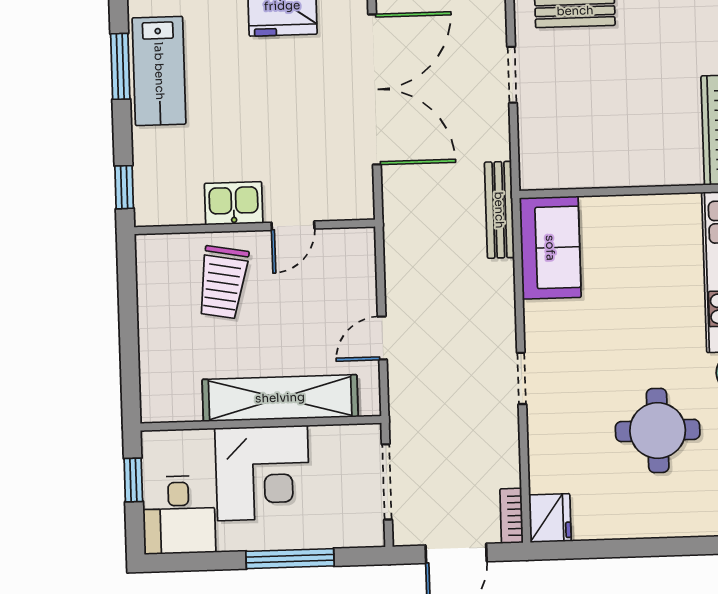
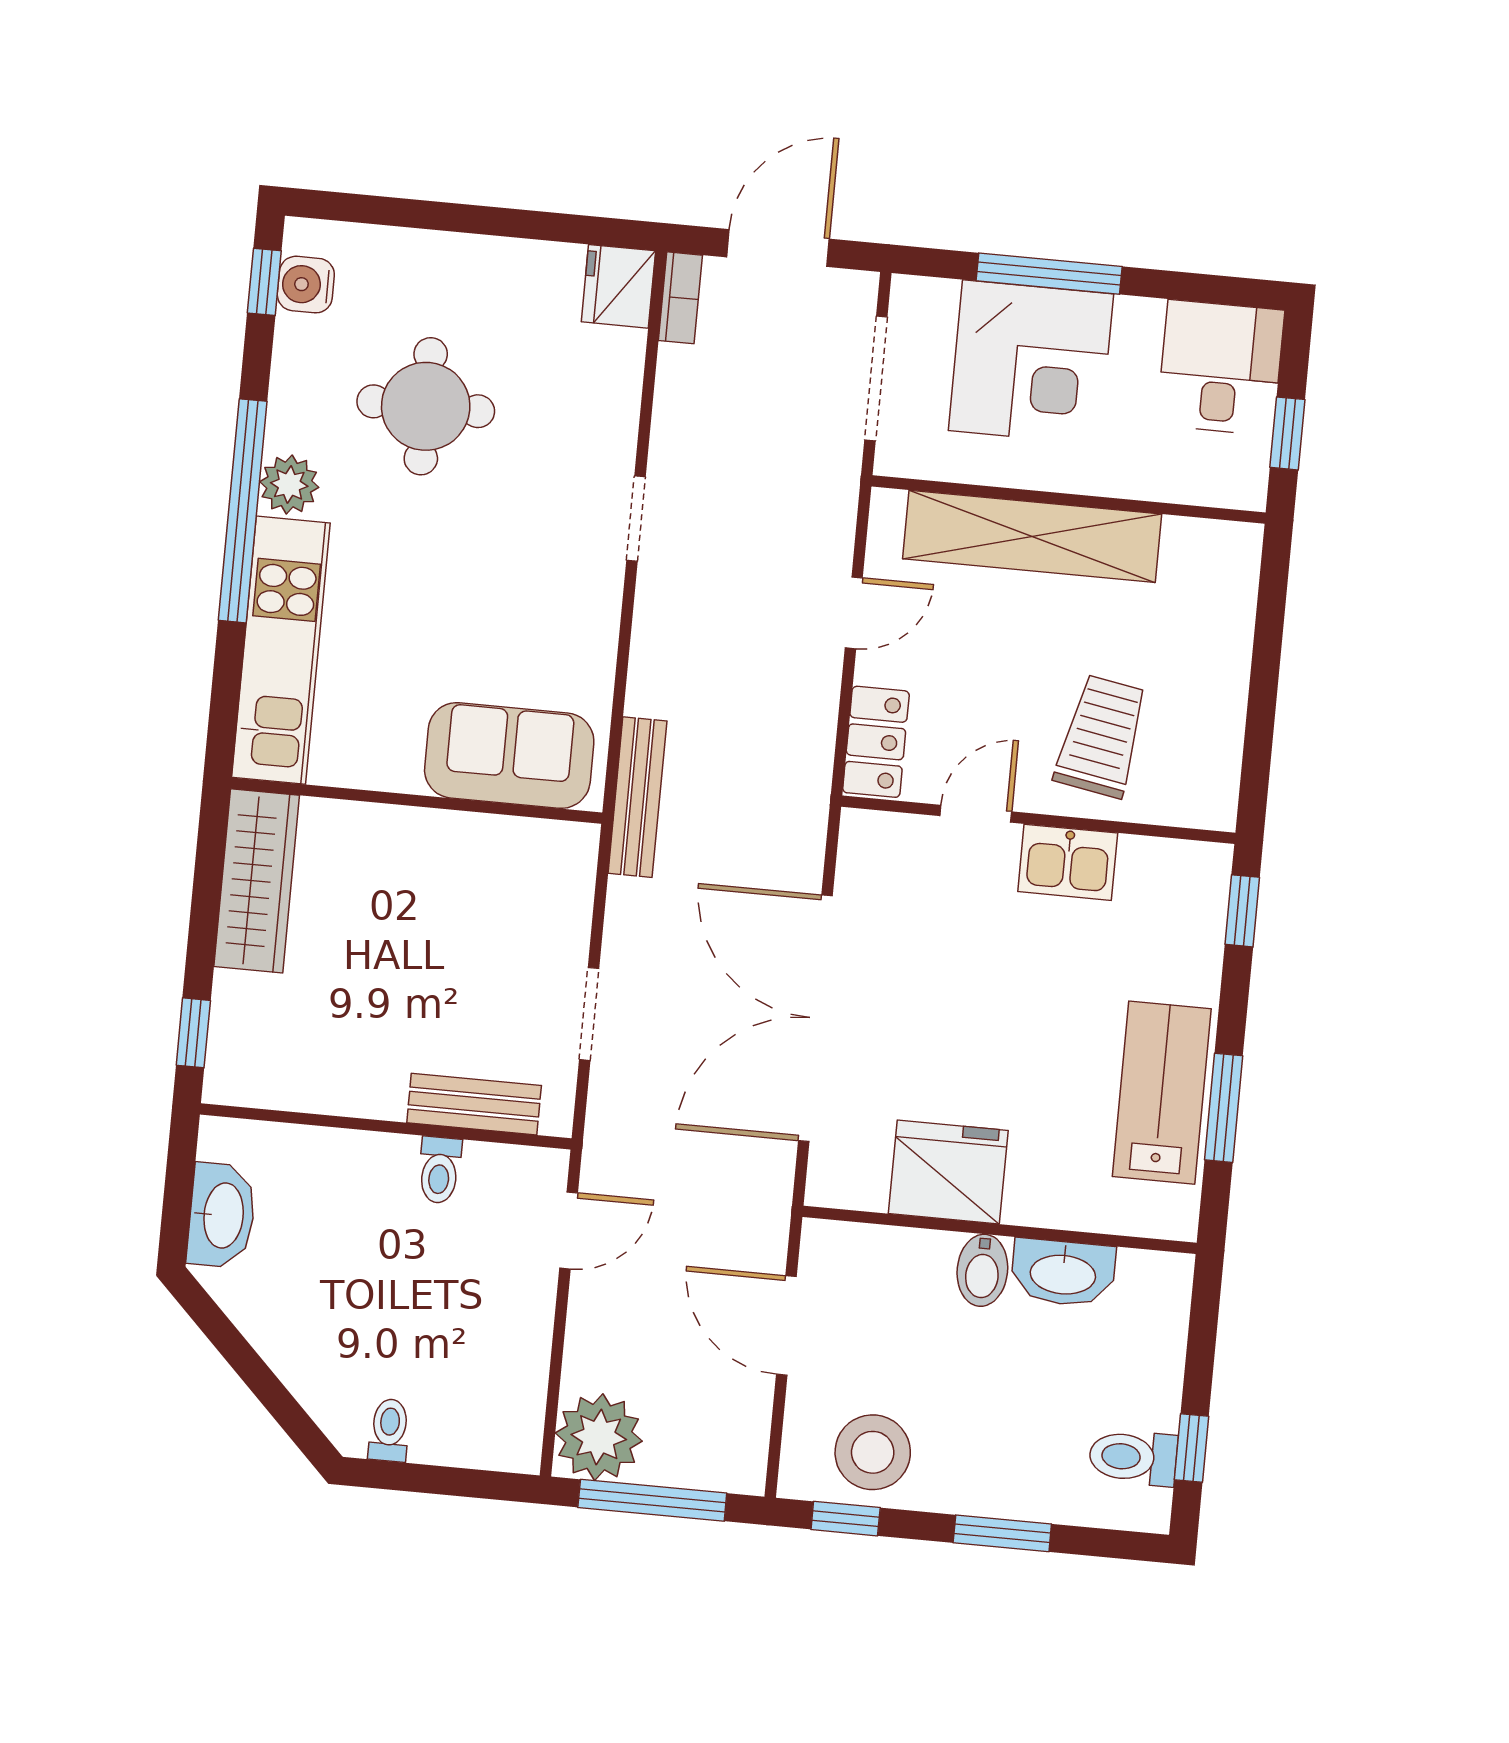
sofa: (550, 248) -> (509, 755), moved, turned 90
locker: (359, 262) -> (876, 742), added
corner desk: (262, 473) -> (1031, 362), moved, turned 180

